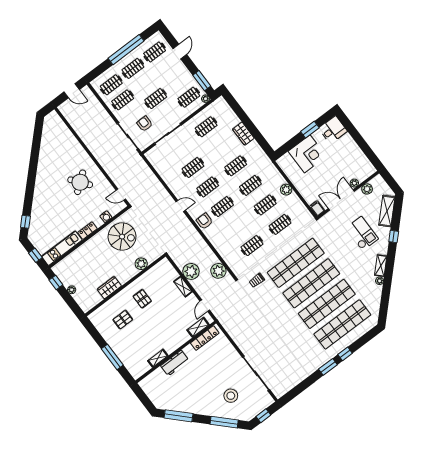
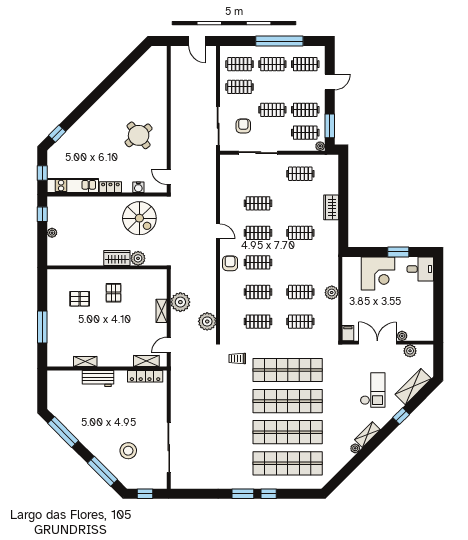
clothes rail: (177, 82) -> (305, 110), added
clothes rail: (250, 185) -> (258, 292), moved
wardrobe: (109, 288) -> (117, 258), moved

